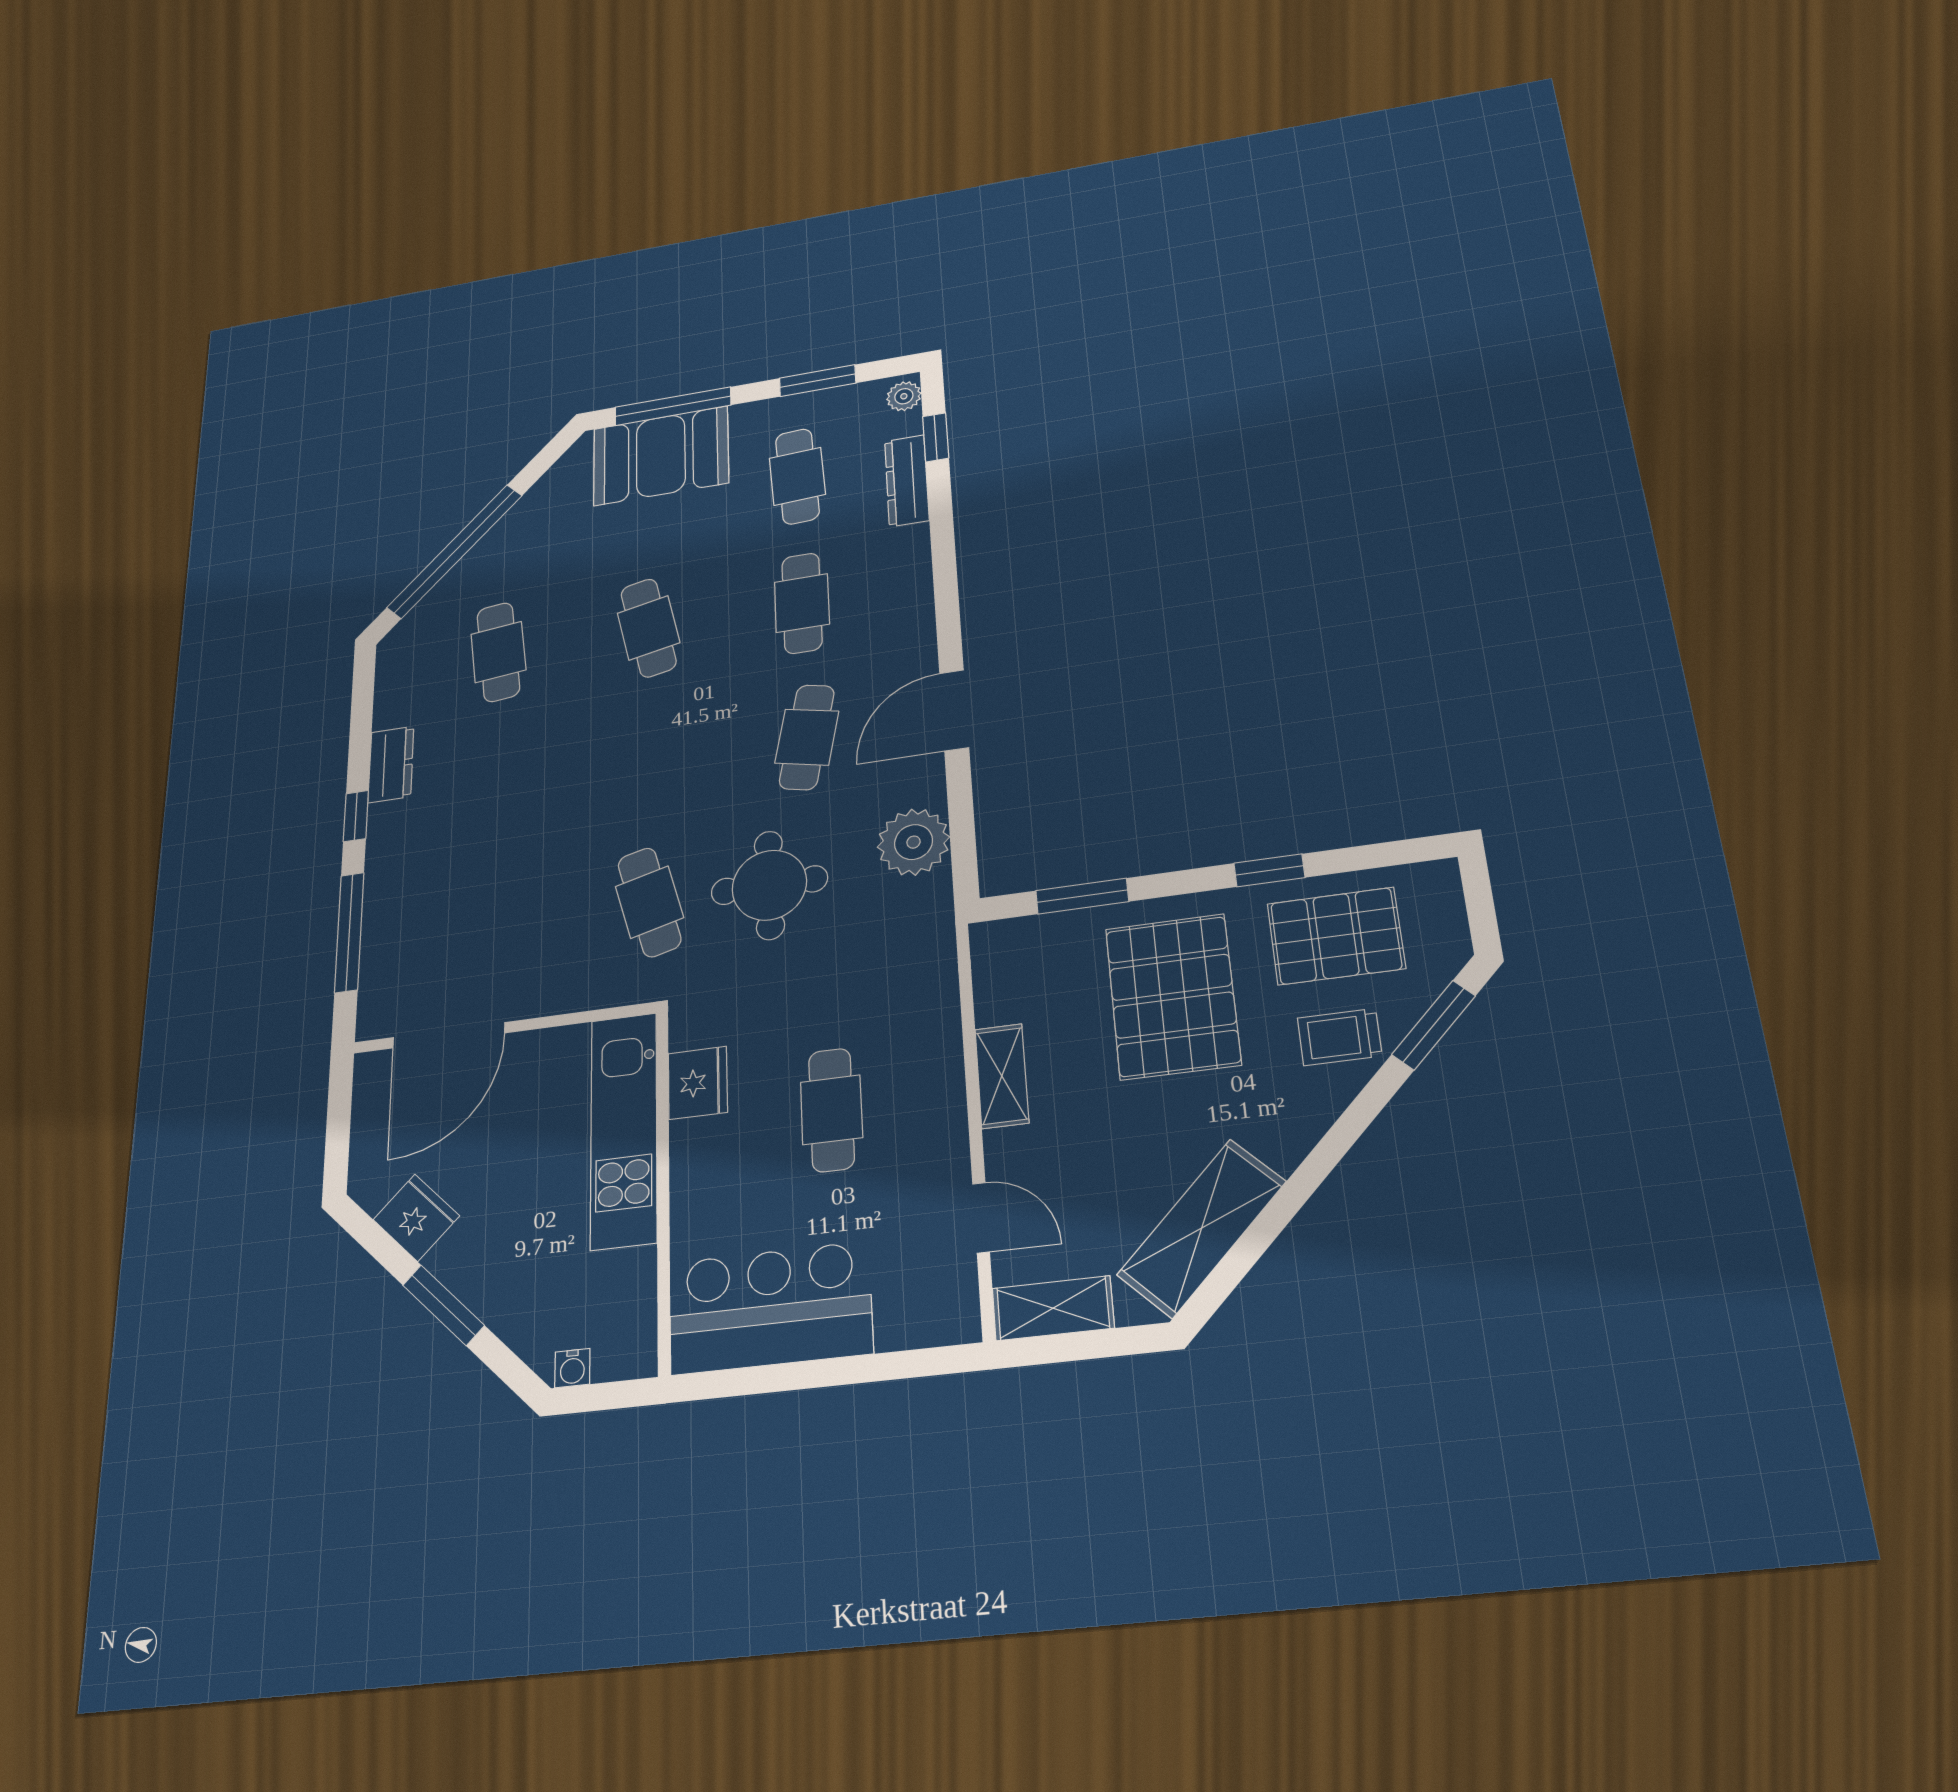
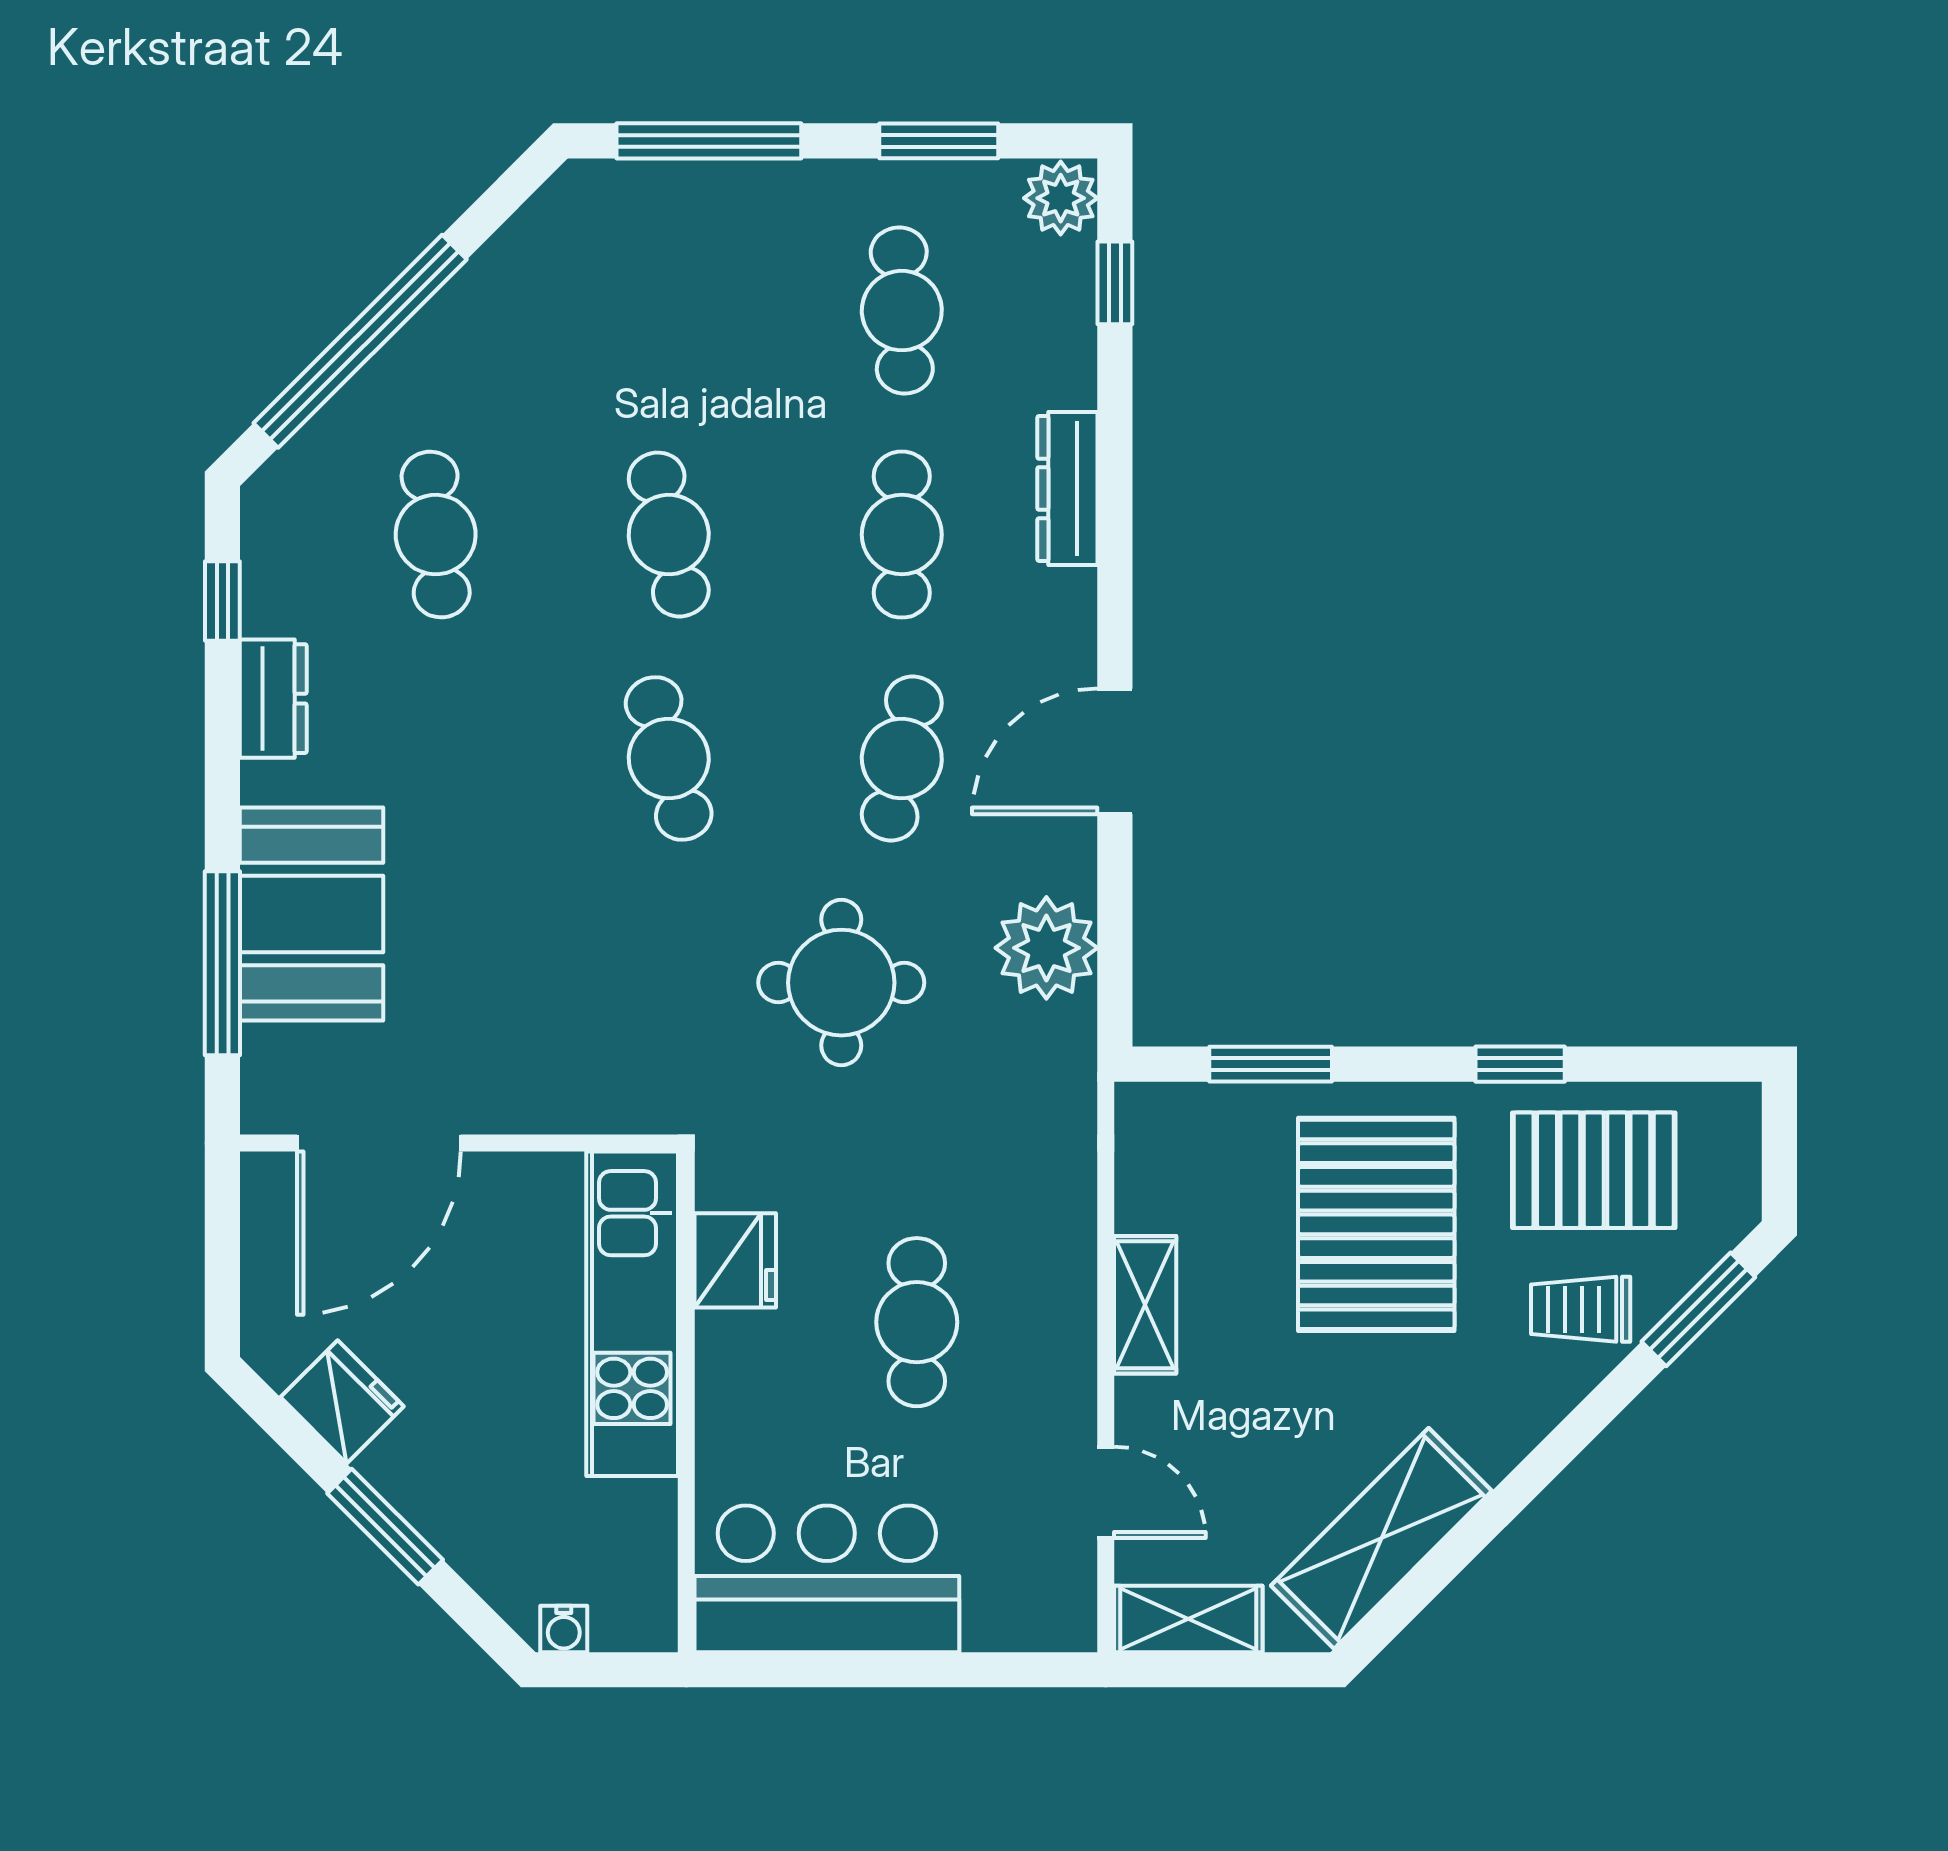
plant: (904, 396) -> (1061, 198), width x1.38, depth x1.38
booth: (661, 456) -> (311, 914), moved, turned 90
dresser: (907, 481) -> (1067, 488), moved
window: (356, 816) -> (222, 601), moved
cafe table: (649, 902) -> (669, 759), moved

